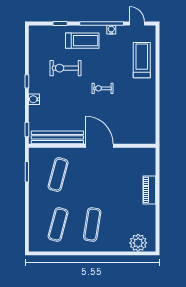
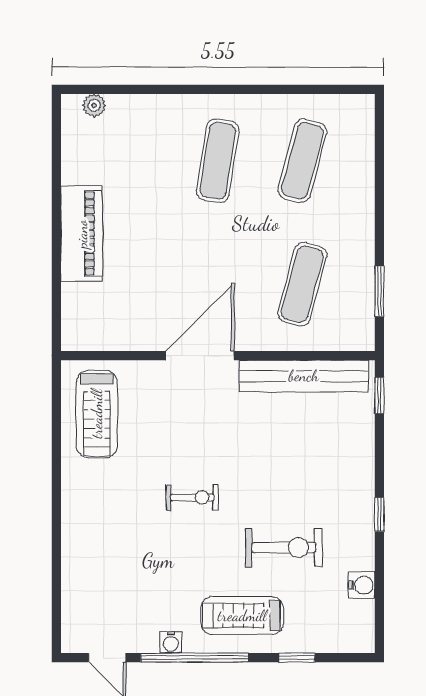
treadmill: (142, 60) -> (97, 414), moved
water cooler: (34, 99) -> (362, 585), moved
door: (99, 146) -> (200, 356), swing flipped
piano: (149, 190) -> (82, 234), width x1.37, depth x1.33
plant: (138, 243) -> (94, 105), width x0.53, depth x0.53

